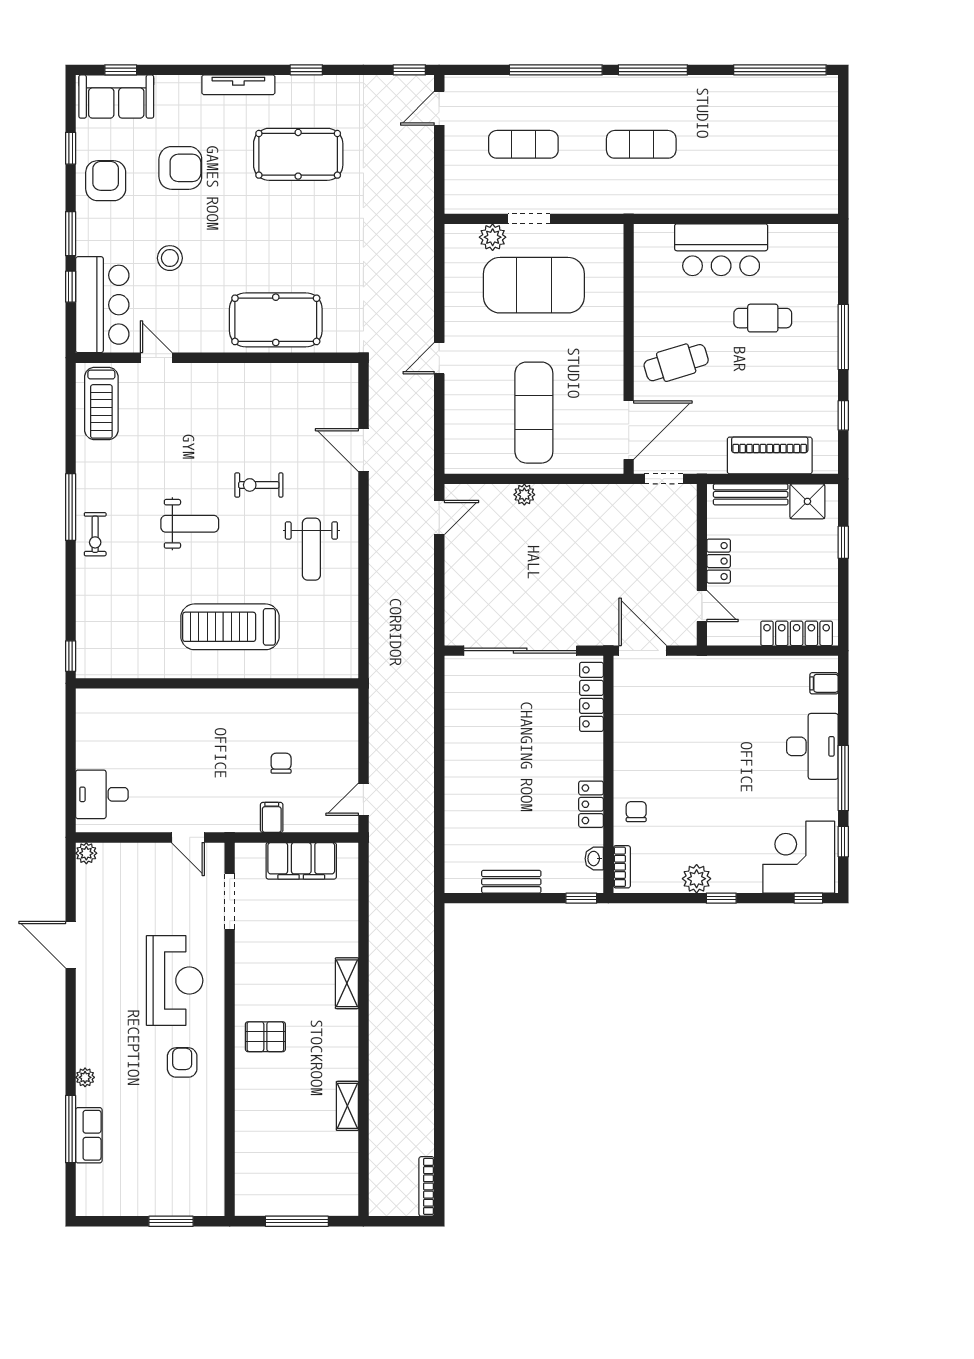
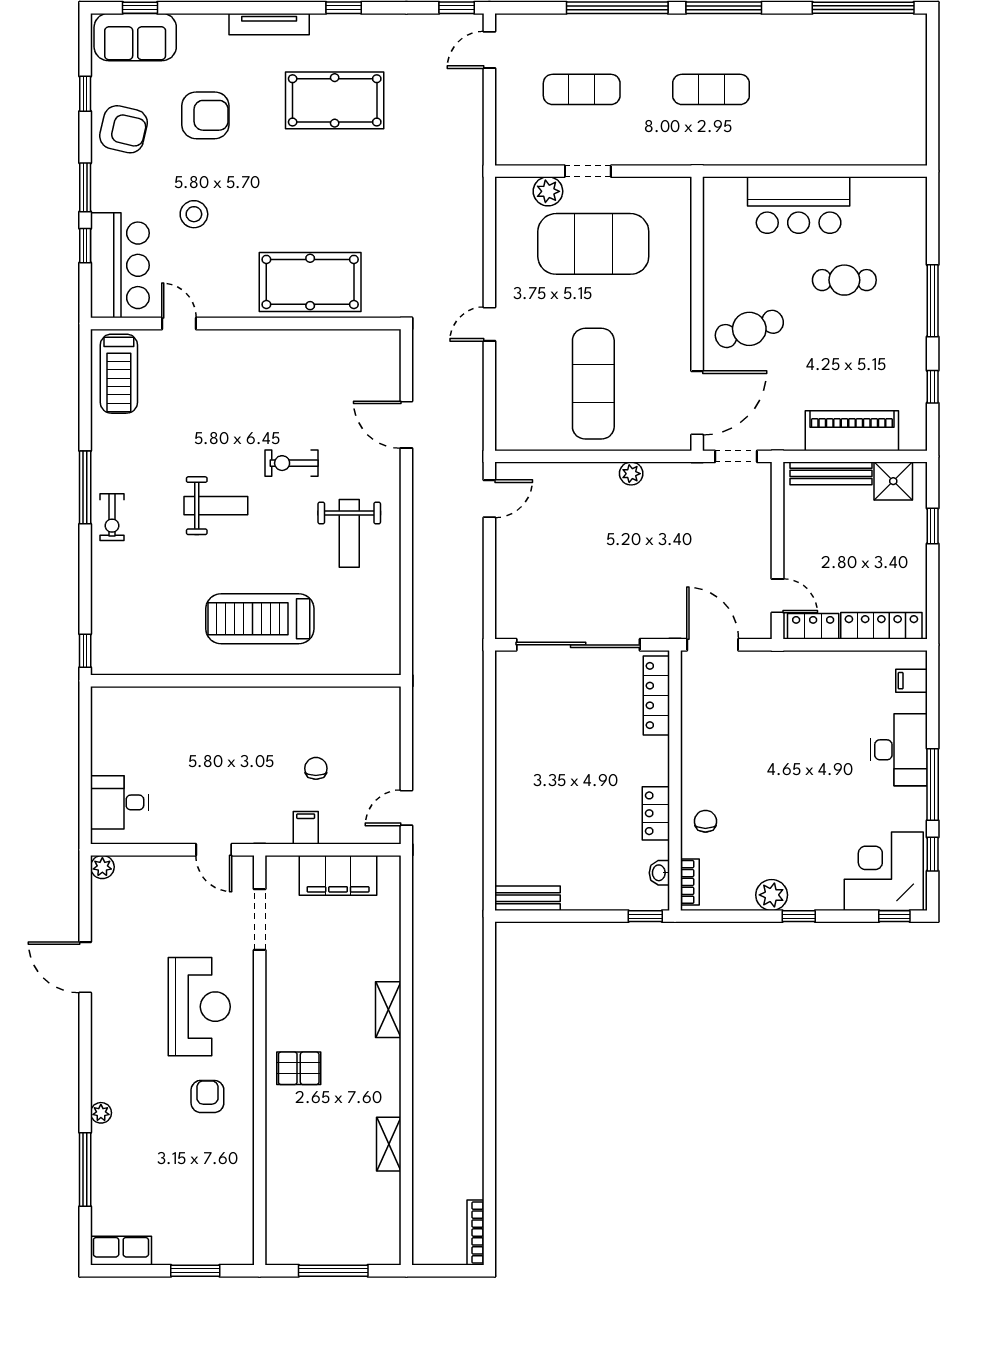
armchair: (106, 181) -> (124, 129), turned 103
plant: (524, 495) -> (631, 474), moved
locker: (719, 561) -> (813, 626), moved, turned -90
bench: (511, 882) -> (528, 898), moved
row of seats: (89, 1135) -> (121, 1251), moved, turned -90

